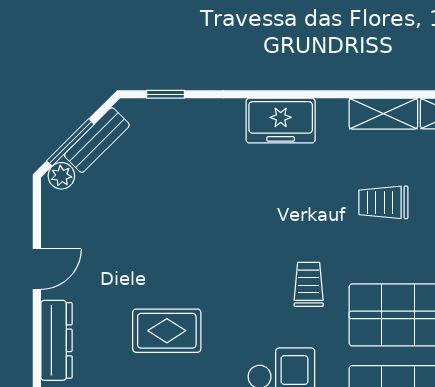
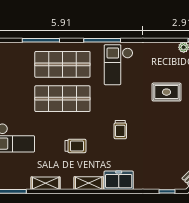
shelving: (383, 114) -> (89, 183), moved
trolley: (309, 284) -> (120, 130), moved

